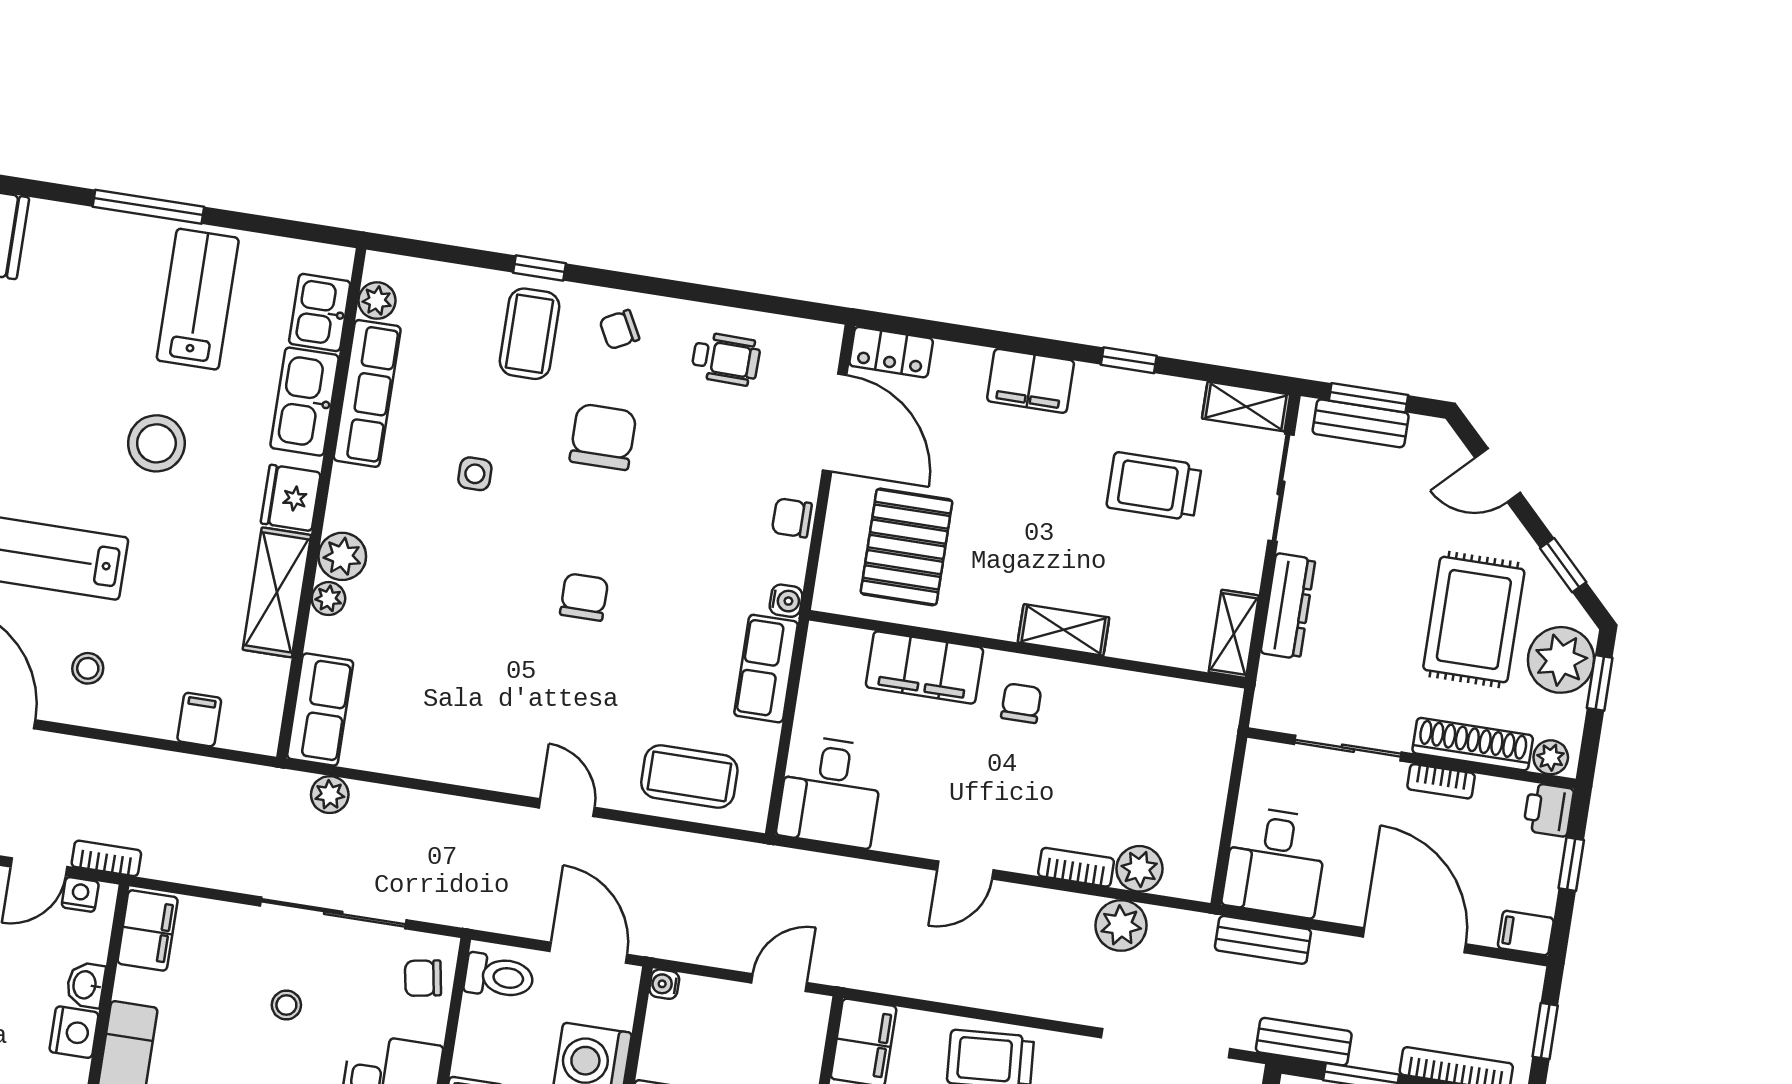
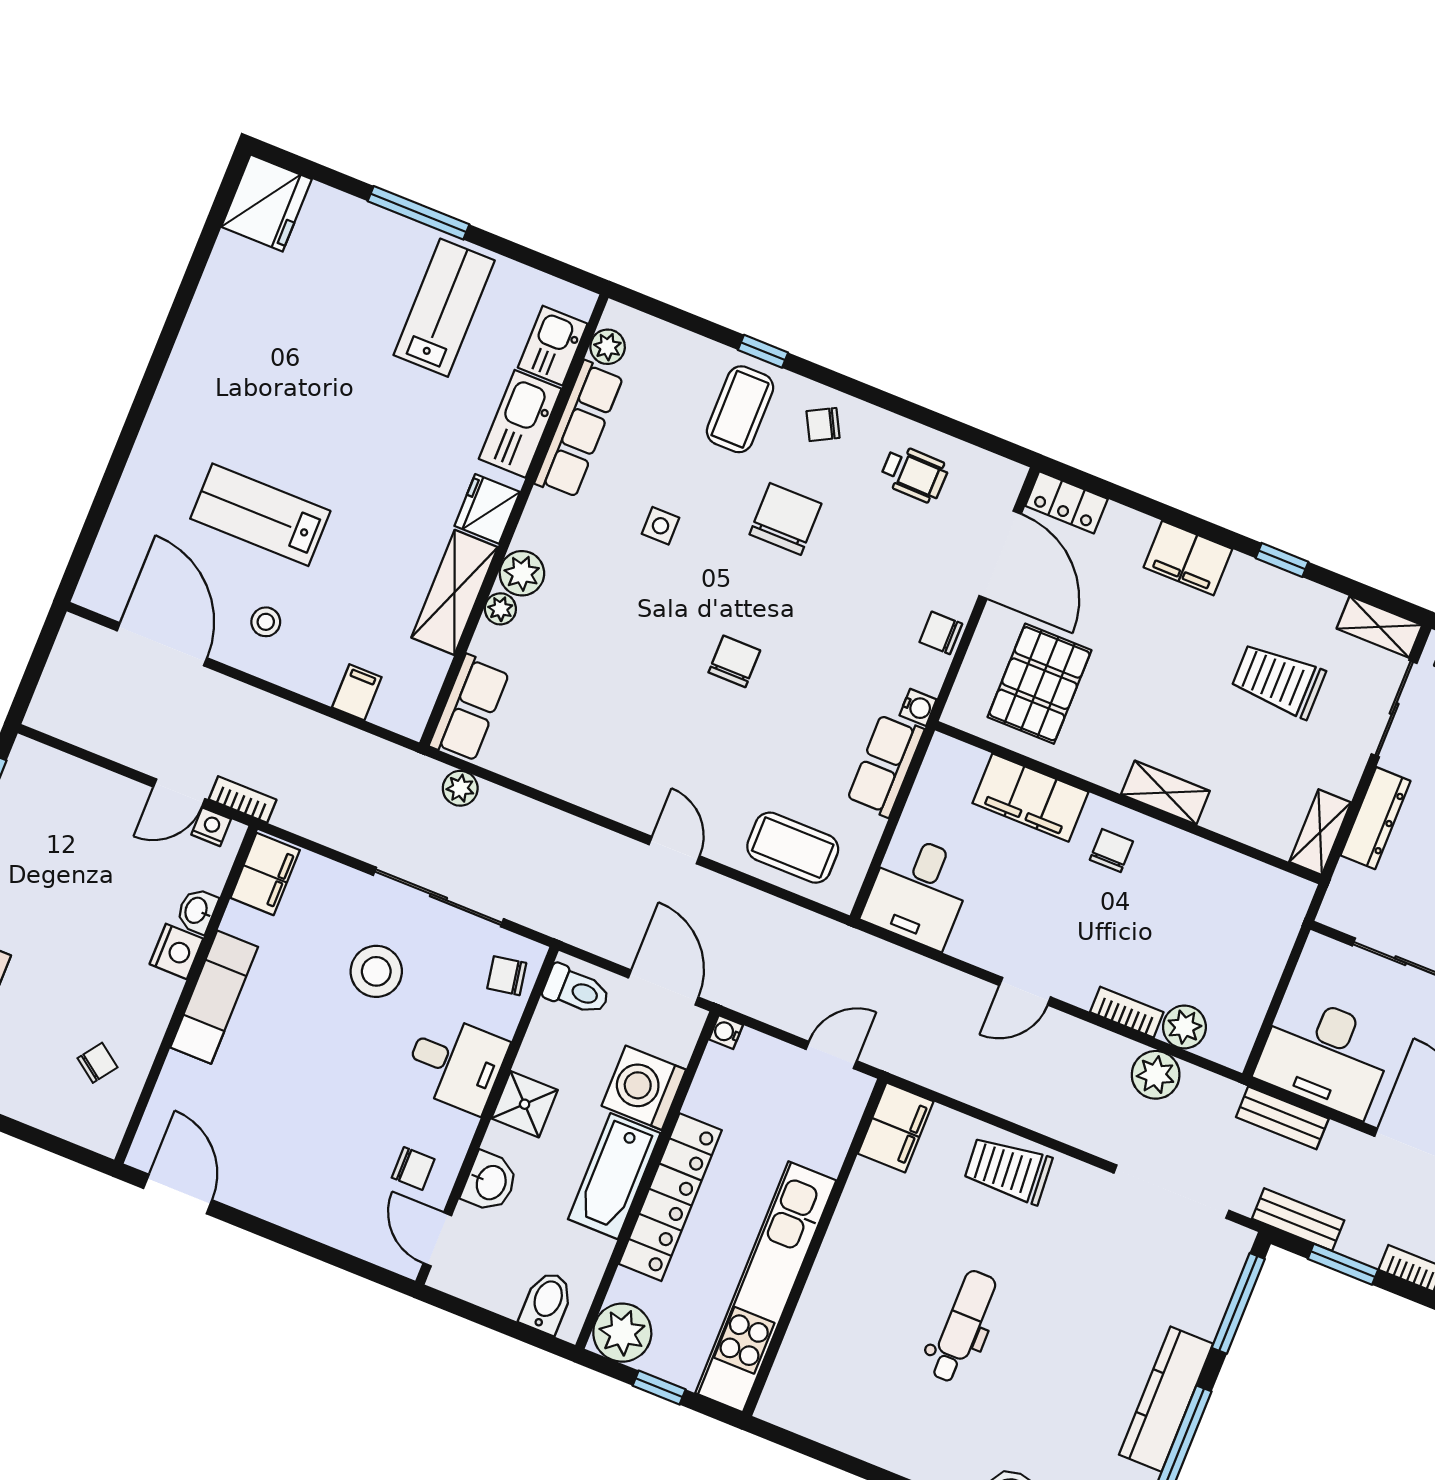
stool: (156, 443) -> (376, 431), removed
desk: (1275, 862) -> (1325, 1055), width x1.37
stool: (286, 1005) -> (376, 971), width x1.89, depth x1.89

